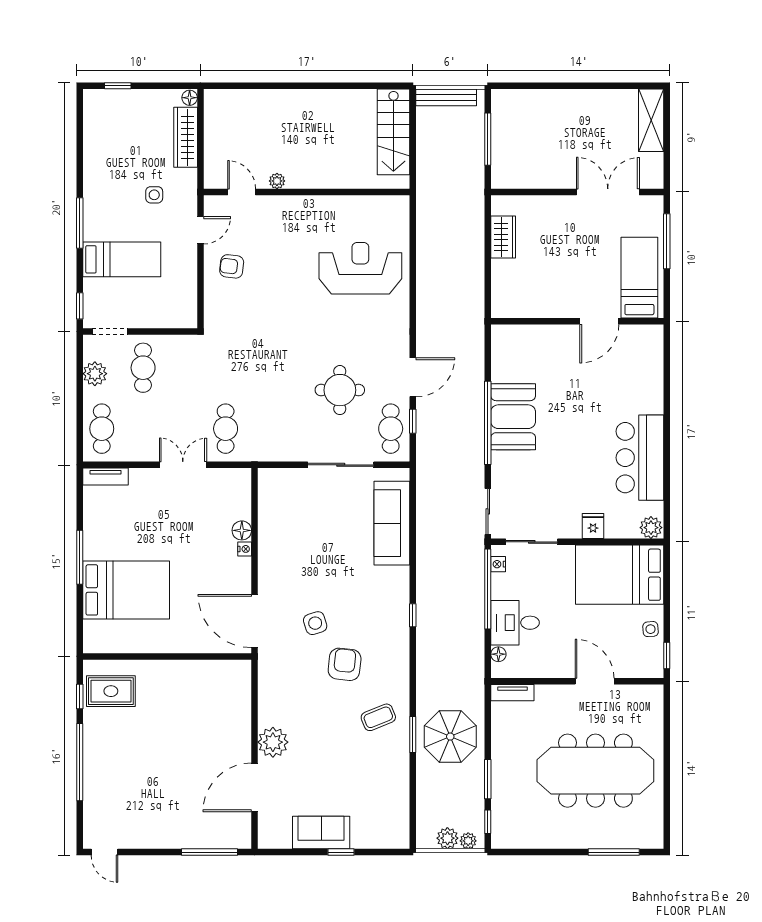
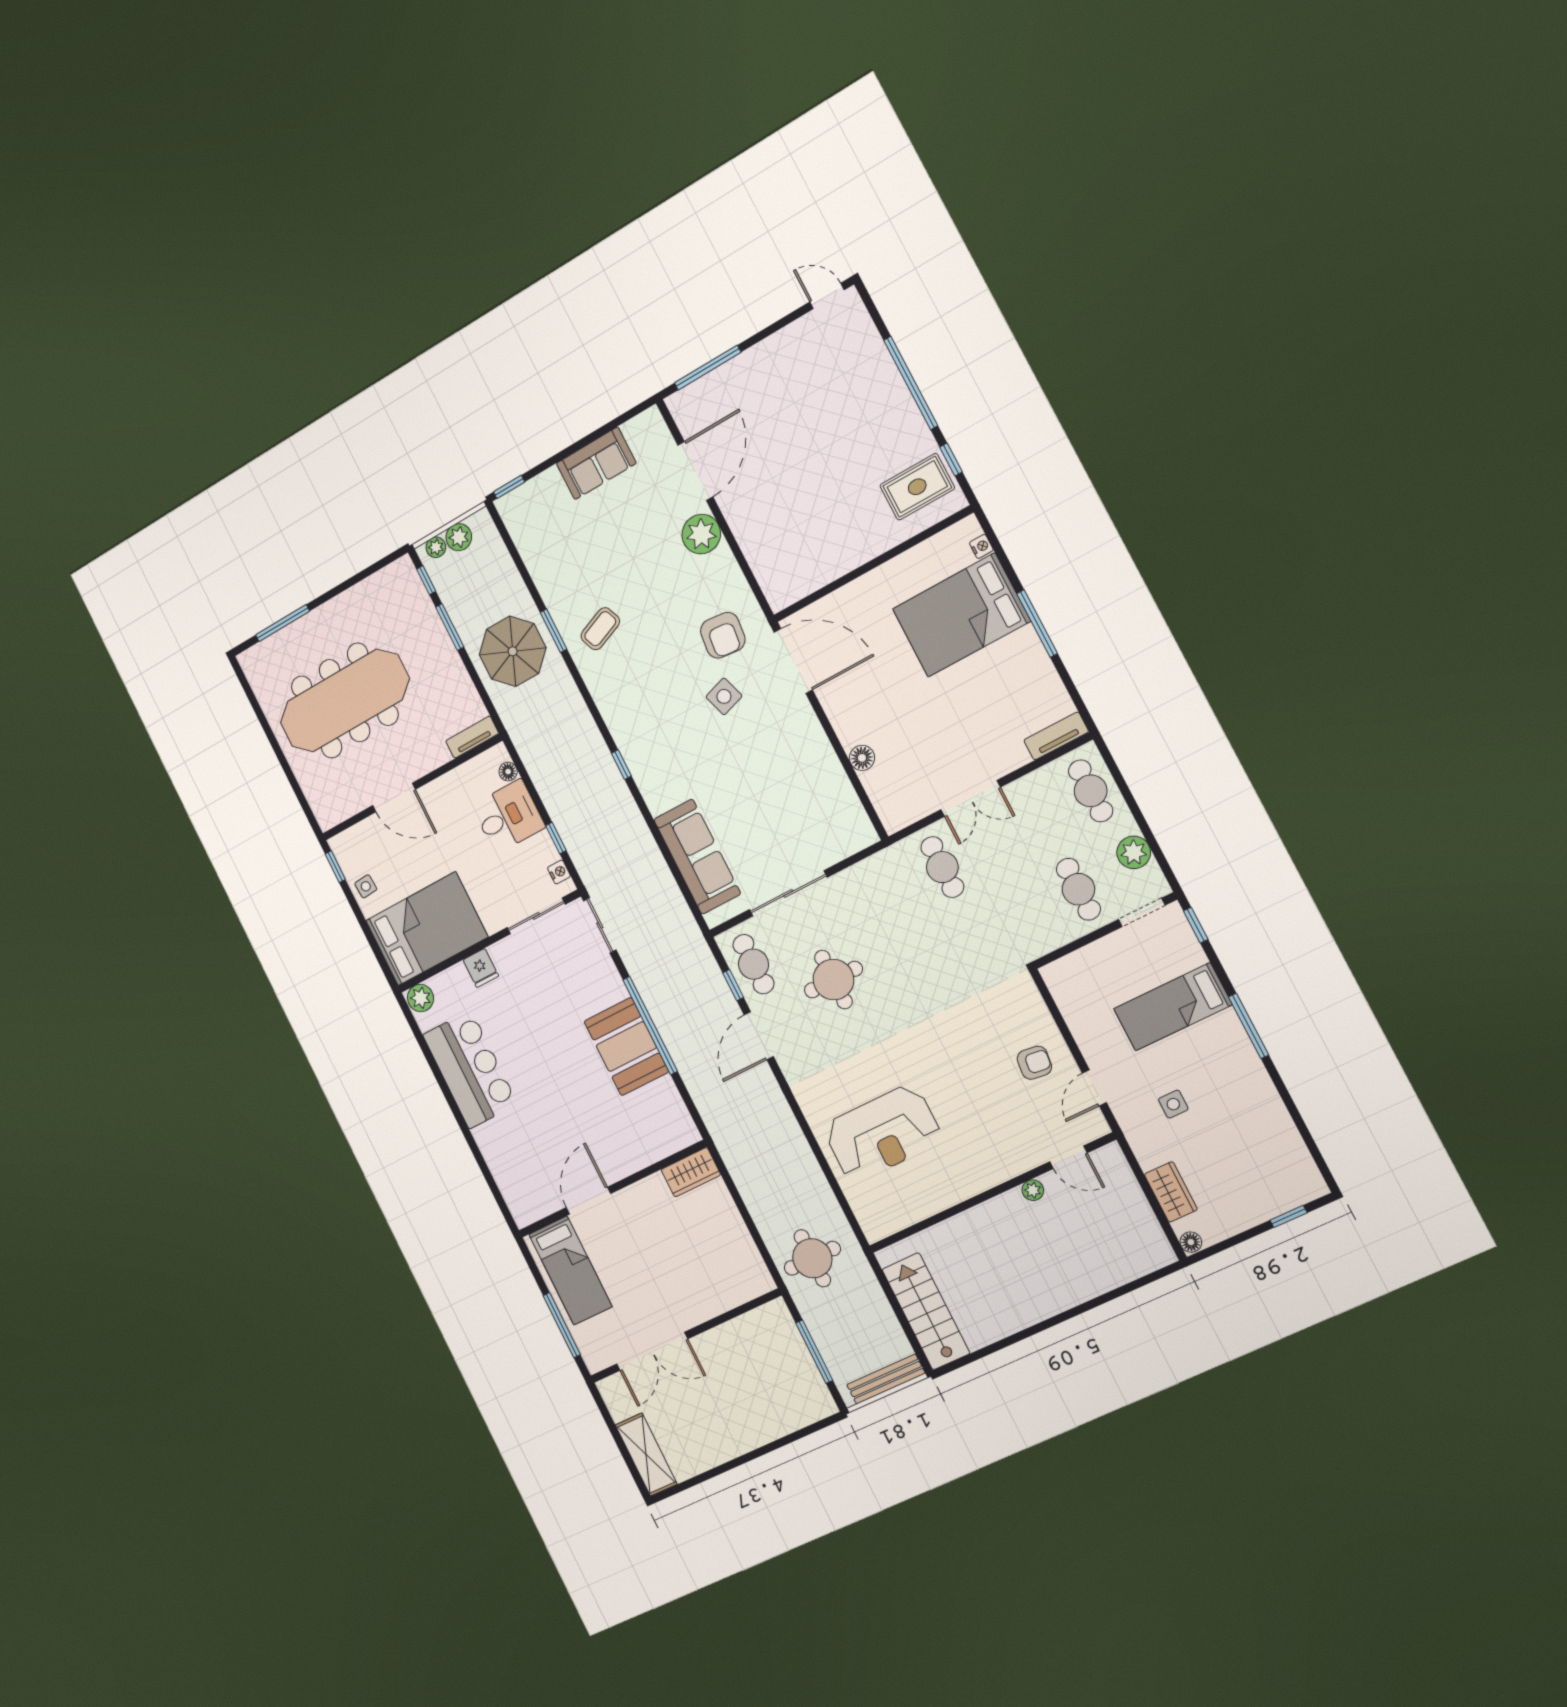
wardrobe: (186, 137) -> (1171, 1192), width x0.67
round table: (455, 205) -> (812, 1258), added
wardrobe: (503, 237) -> (691, 1172), moved, turned -90
nightstand: (245, 549) -> (981, 546), moved, turned 180
window: (488, 589) -> (556, 838), width x0.32
armchair: (345, 664) -> (723, 635), moved
window: (341, 852) -> (509, 487), moved

